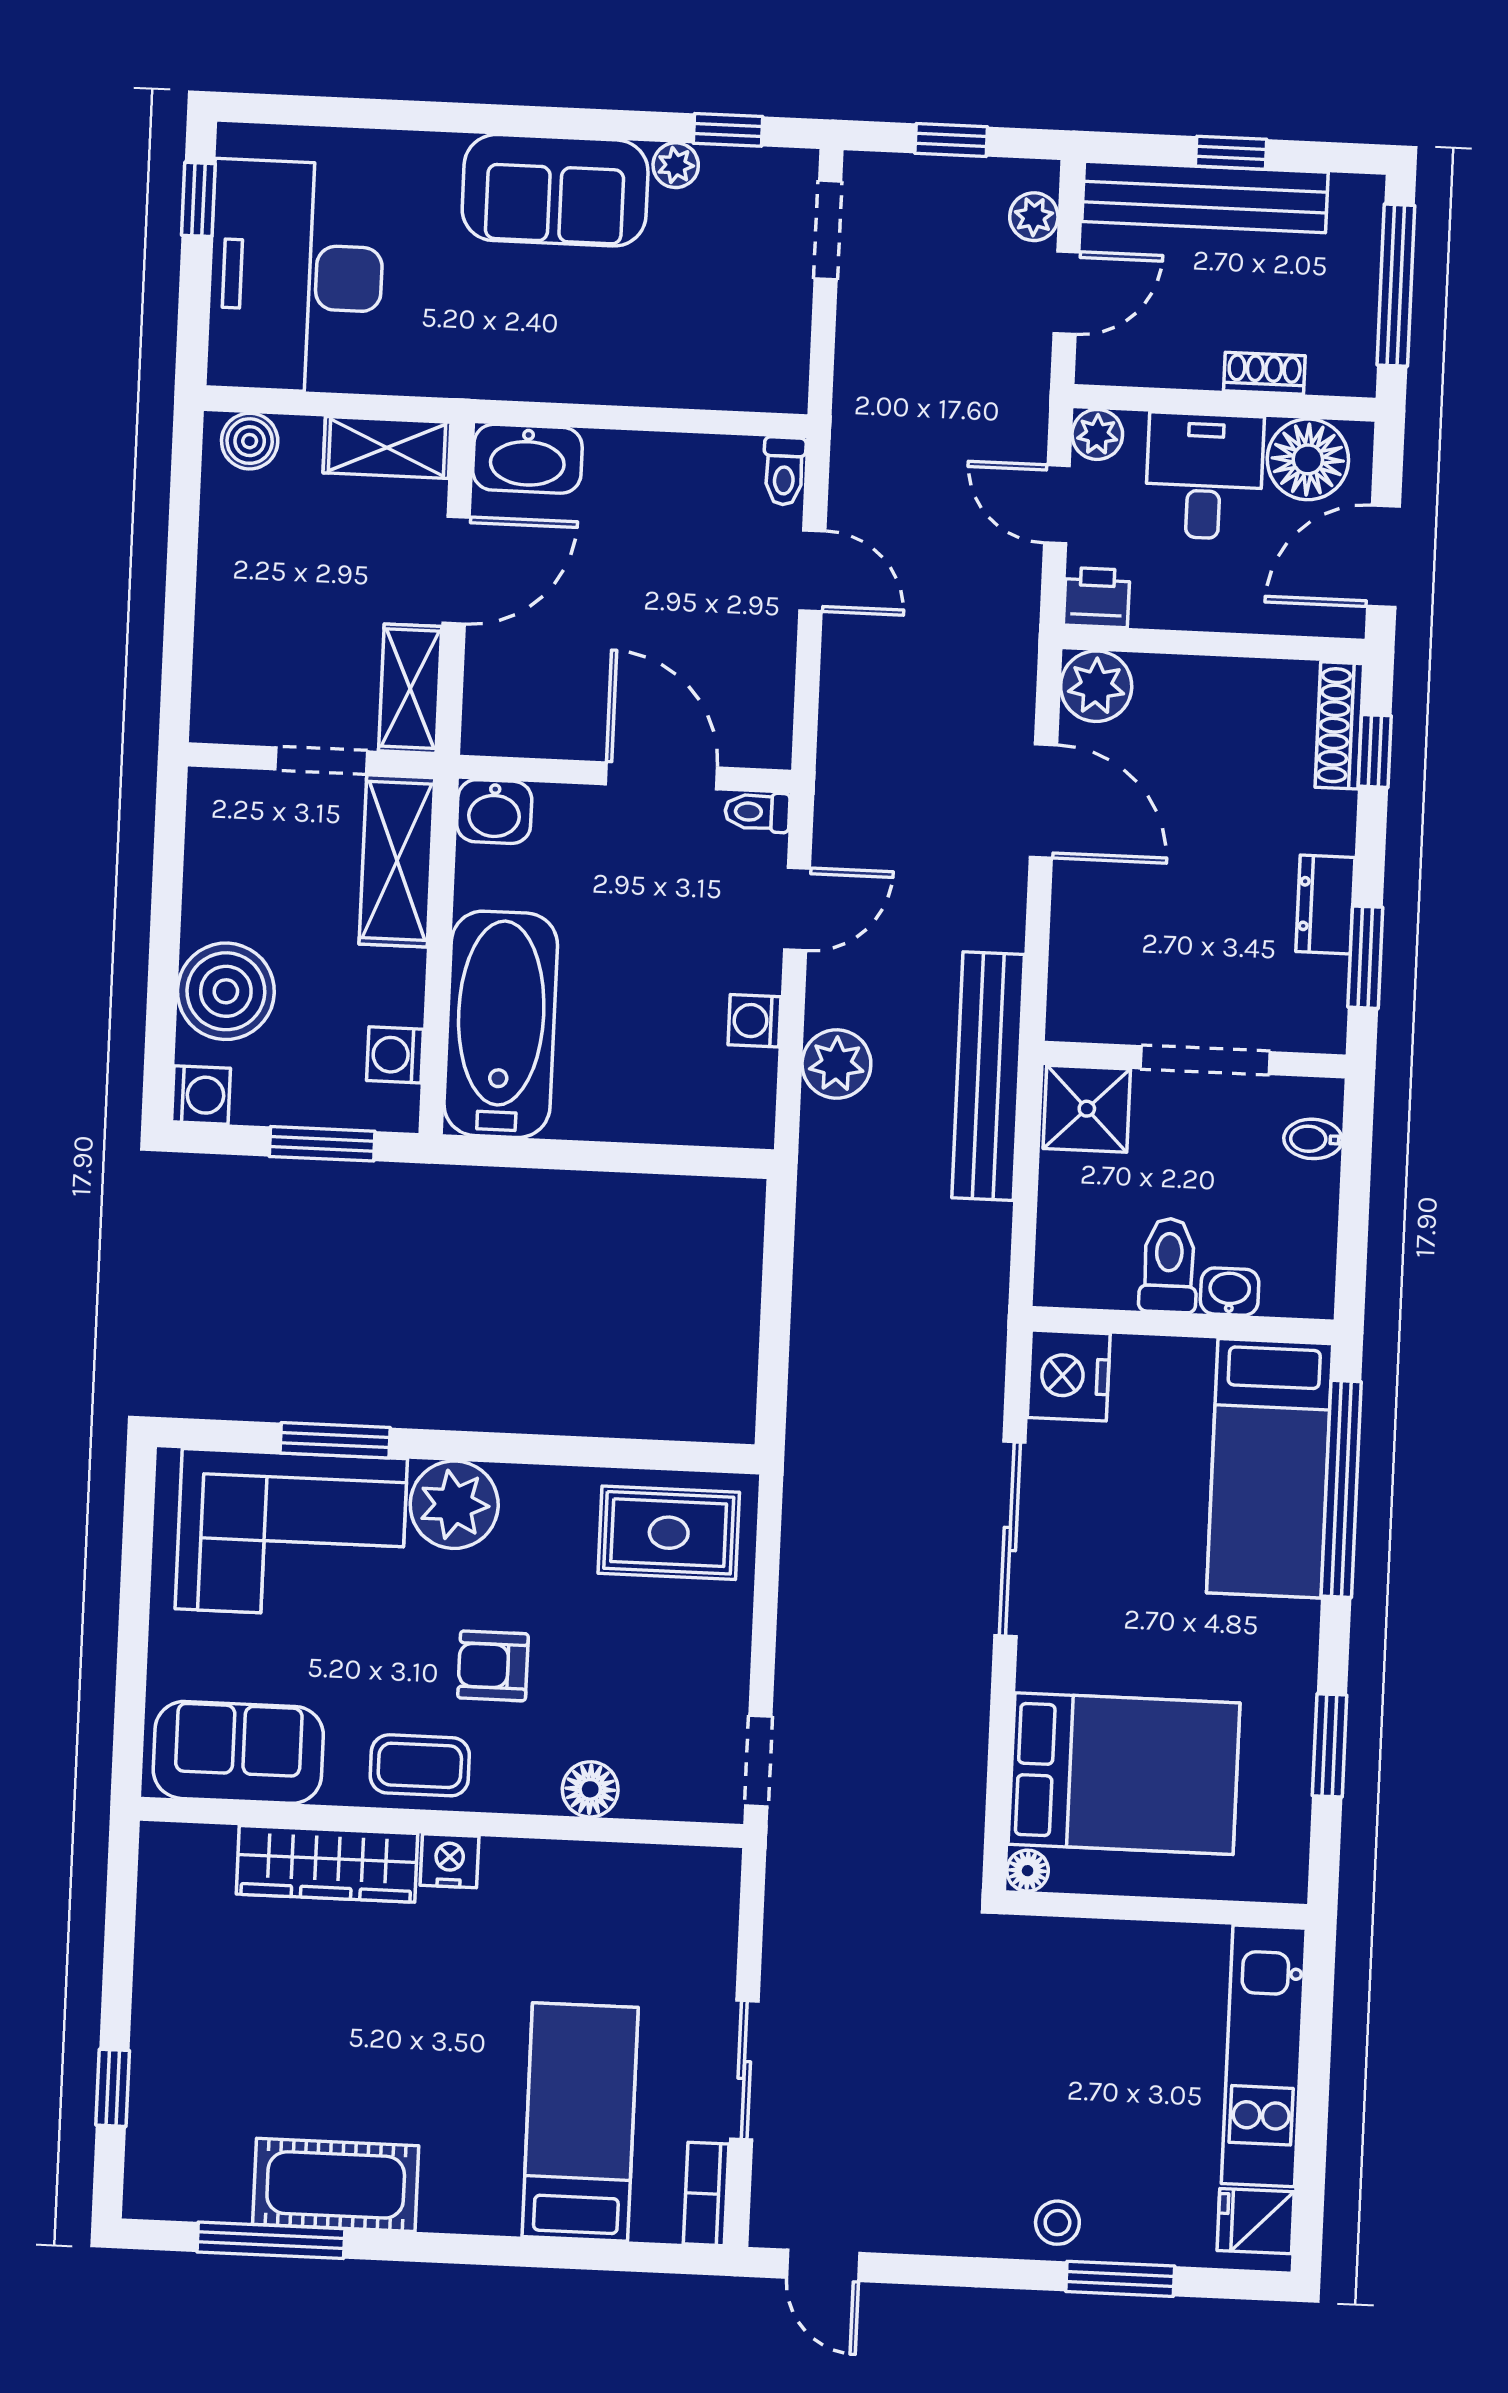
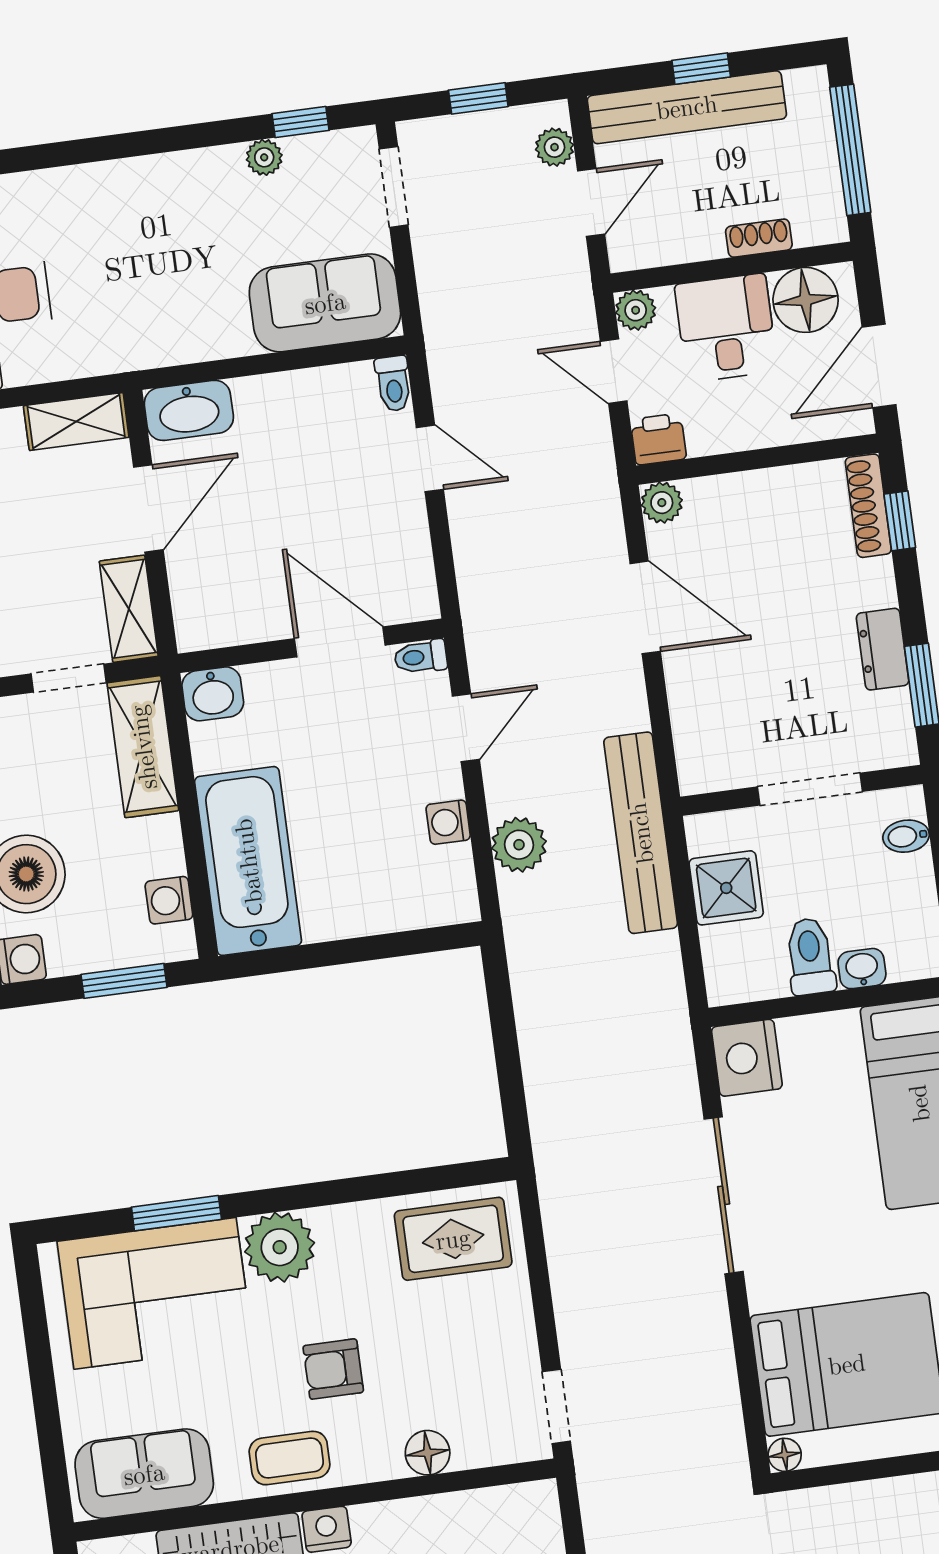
sofa: (555, 190) -> (325, 303), moved, turned 180
plant: (1096, 686) -> (662, 503), width x0.73, depth x0.73
shower: (1087, 1109) -> (726, 888), moved

